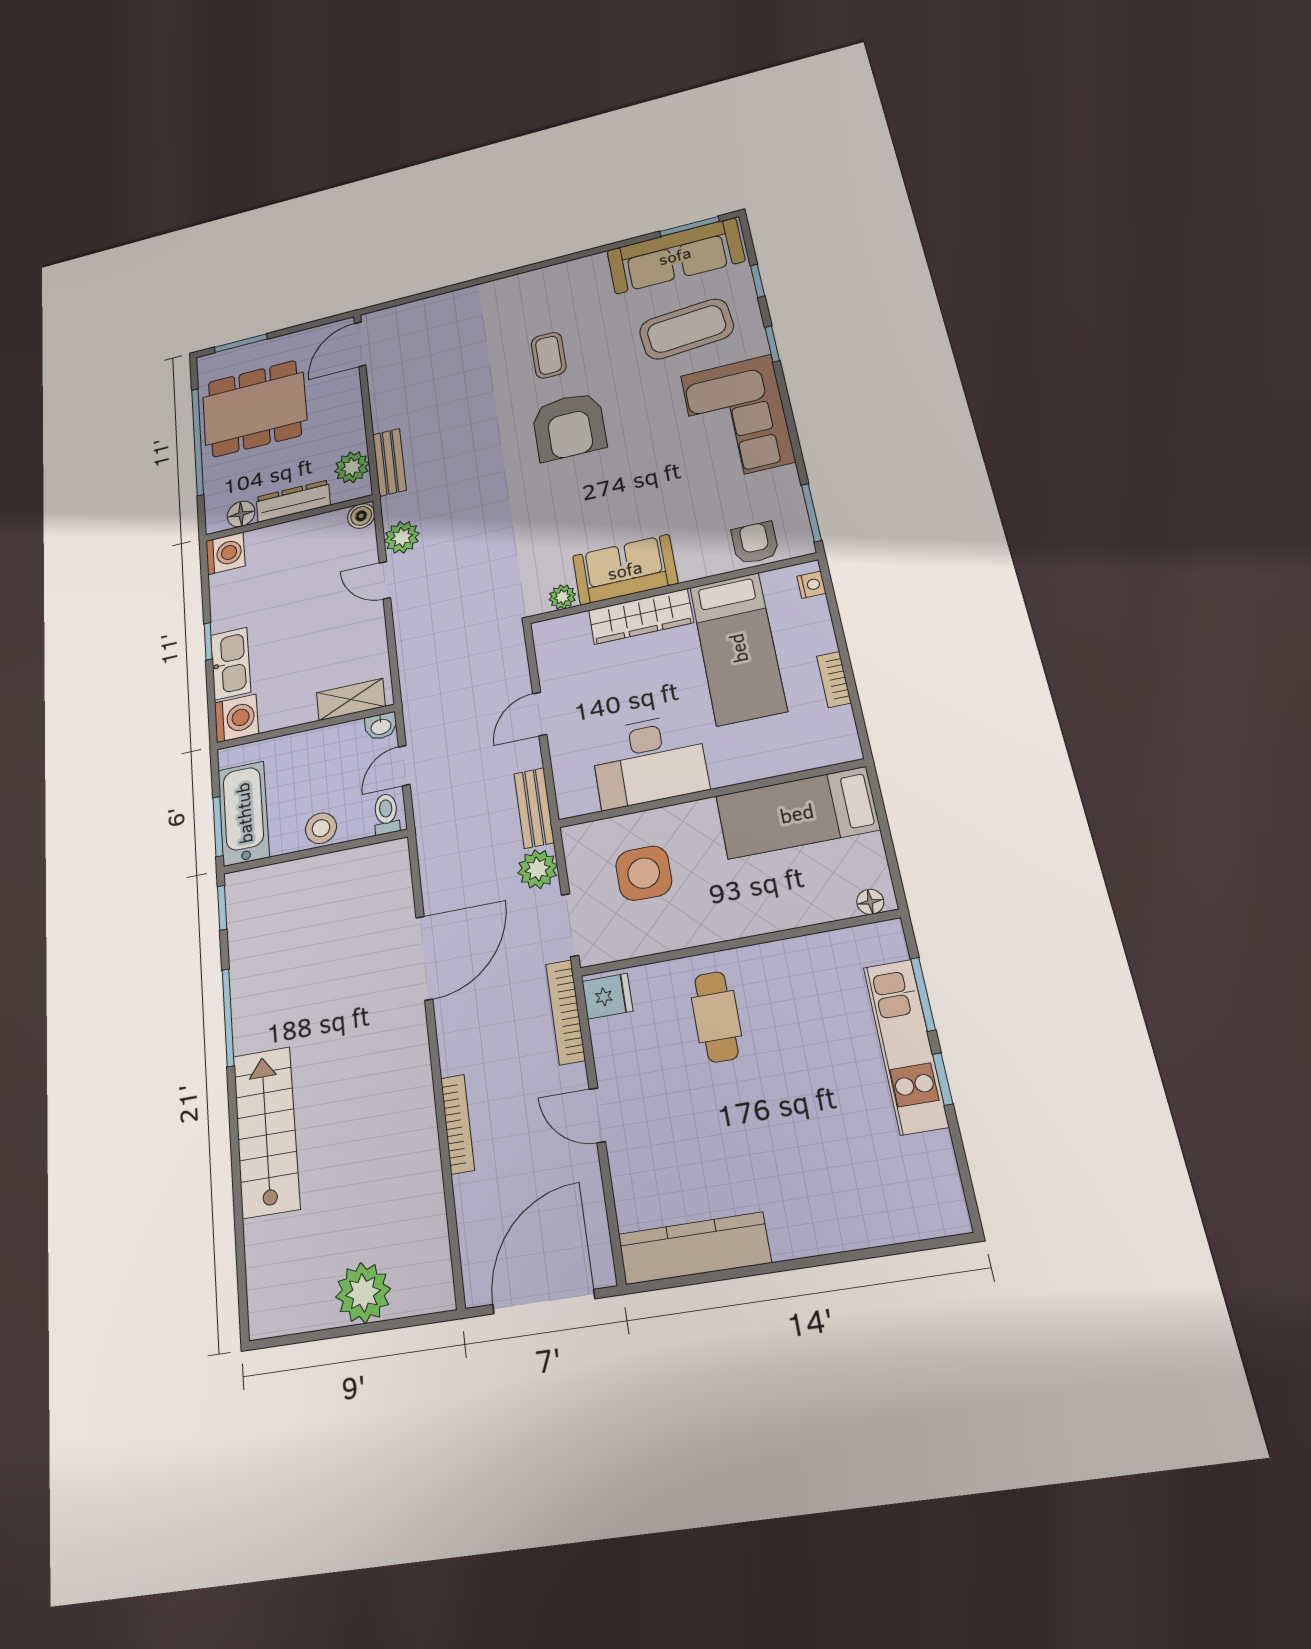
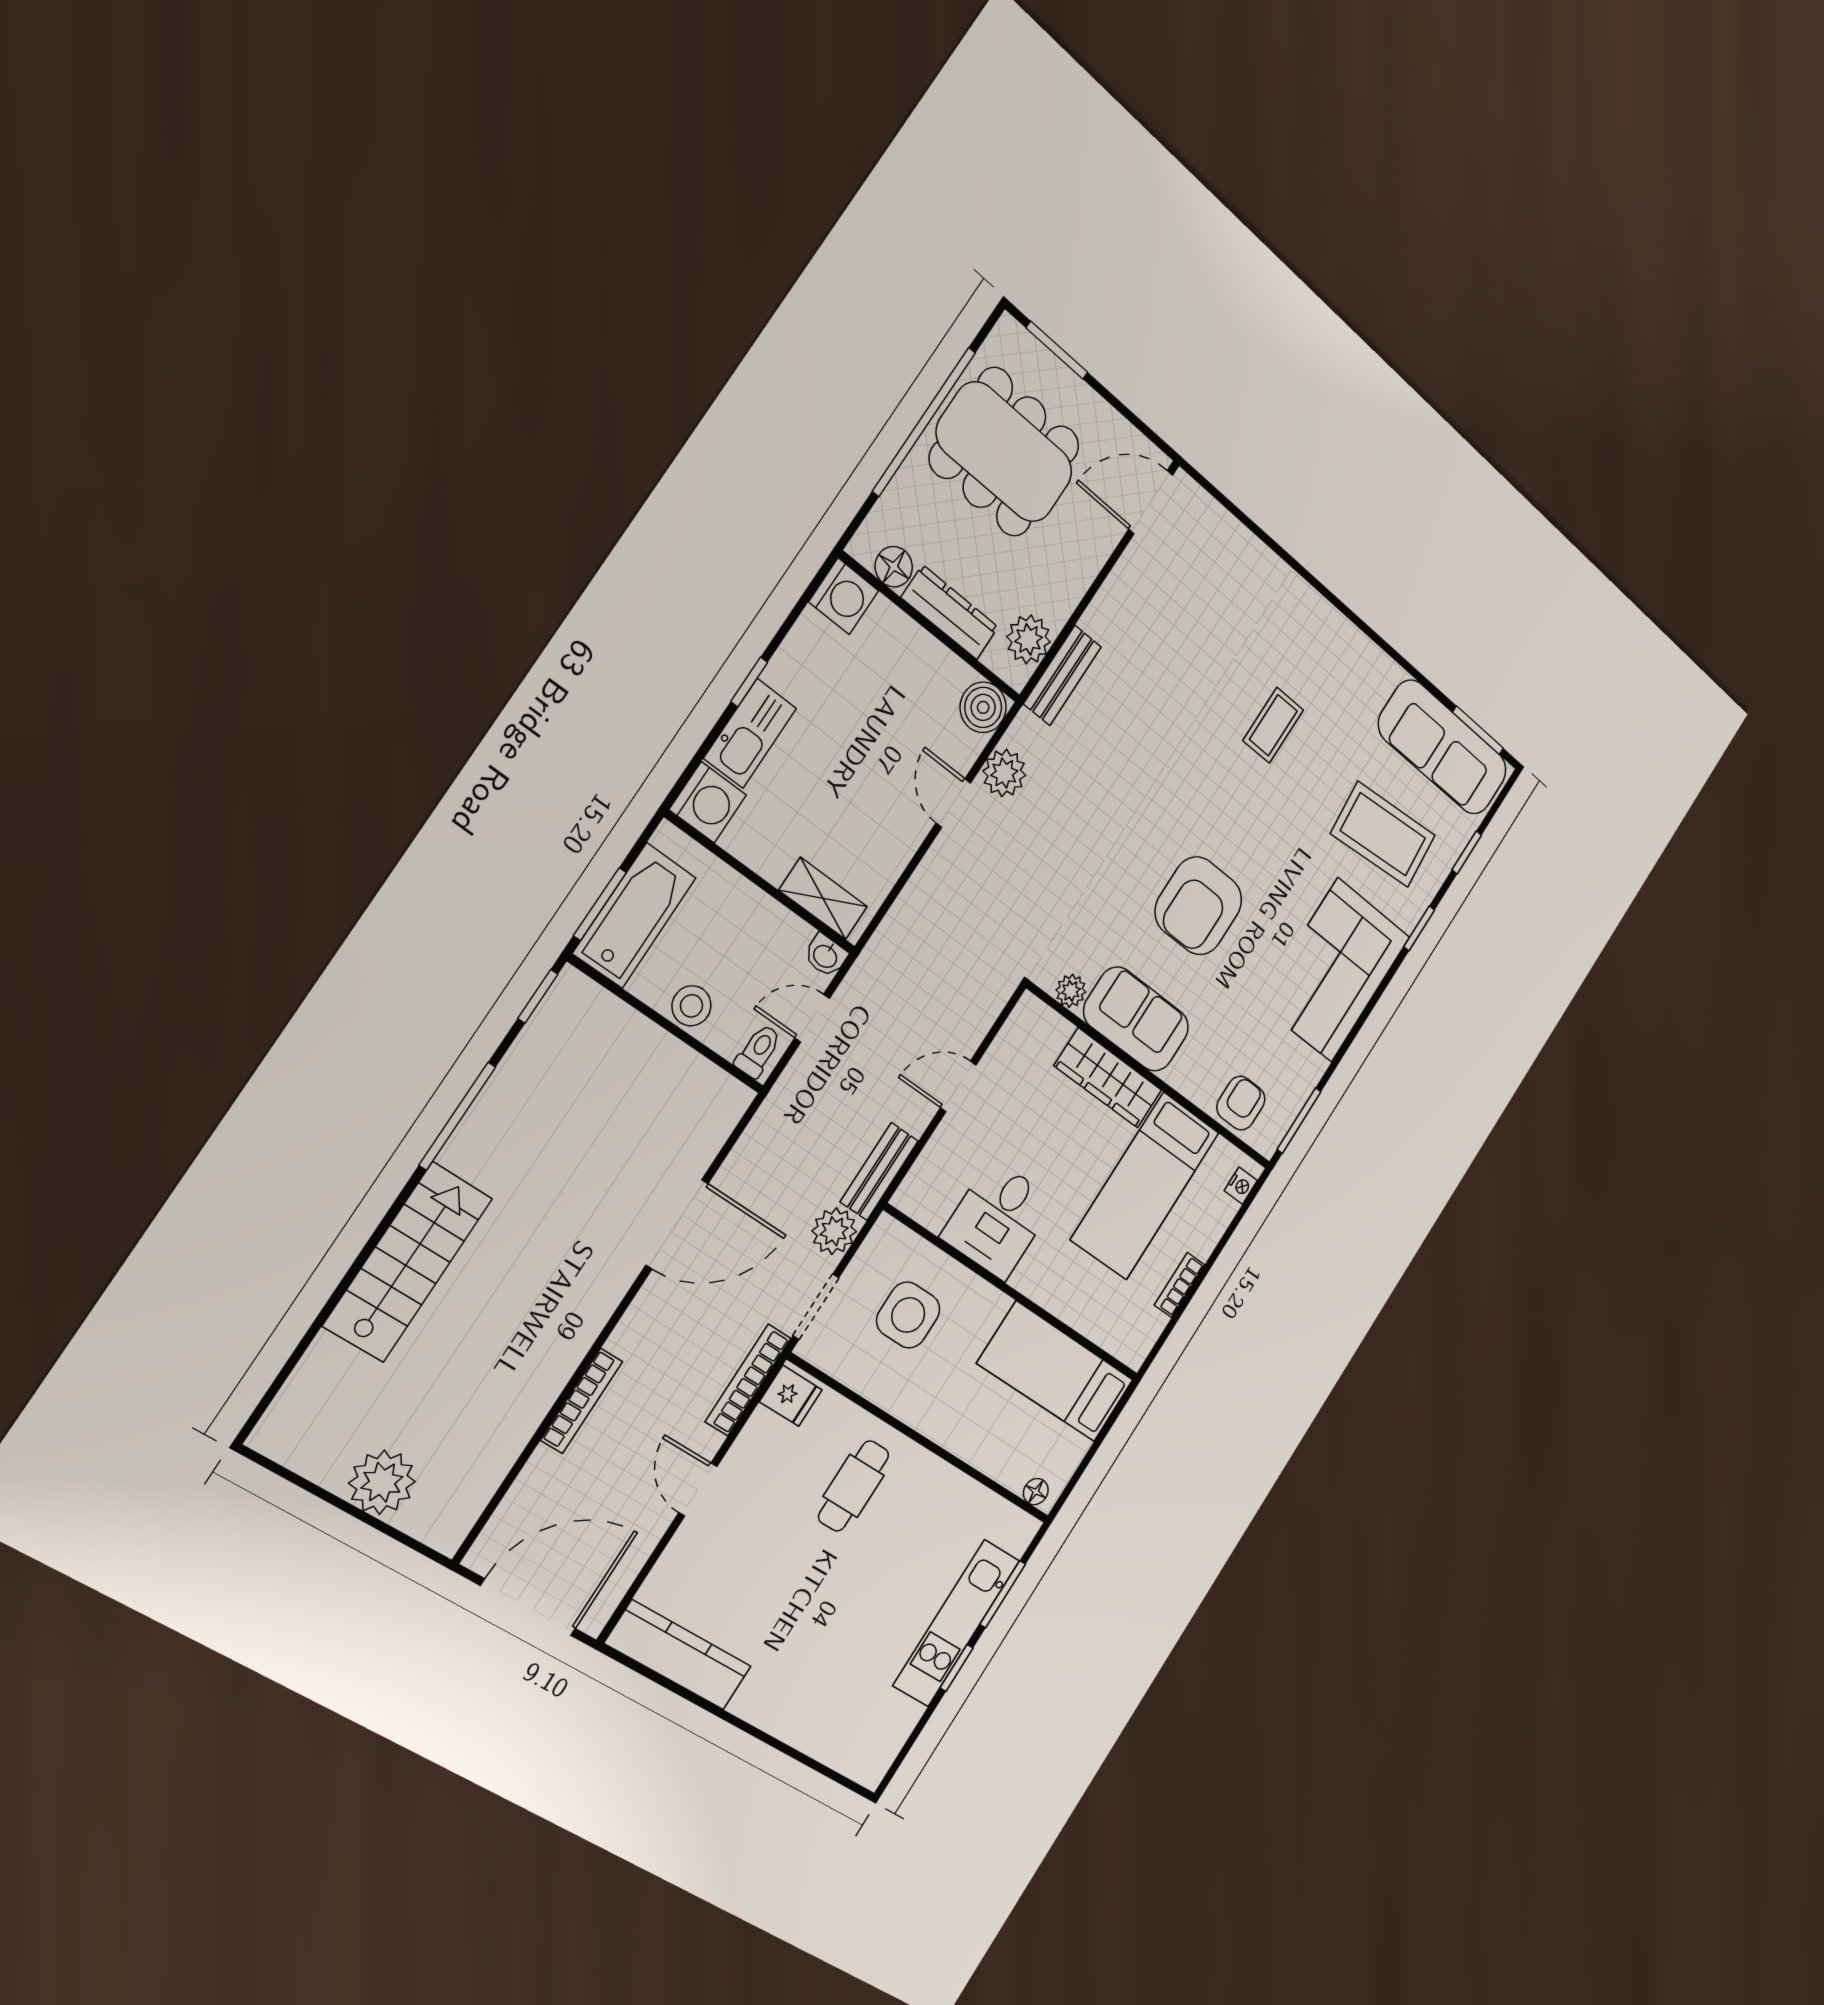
armchair: (569, 426) -> (1198, 906), moved
boiler: (361, 516) -> (983, 707), width x1.36, depth x1.36
desk: (649, 761) -> (998, 1219), width x0.73

